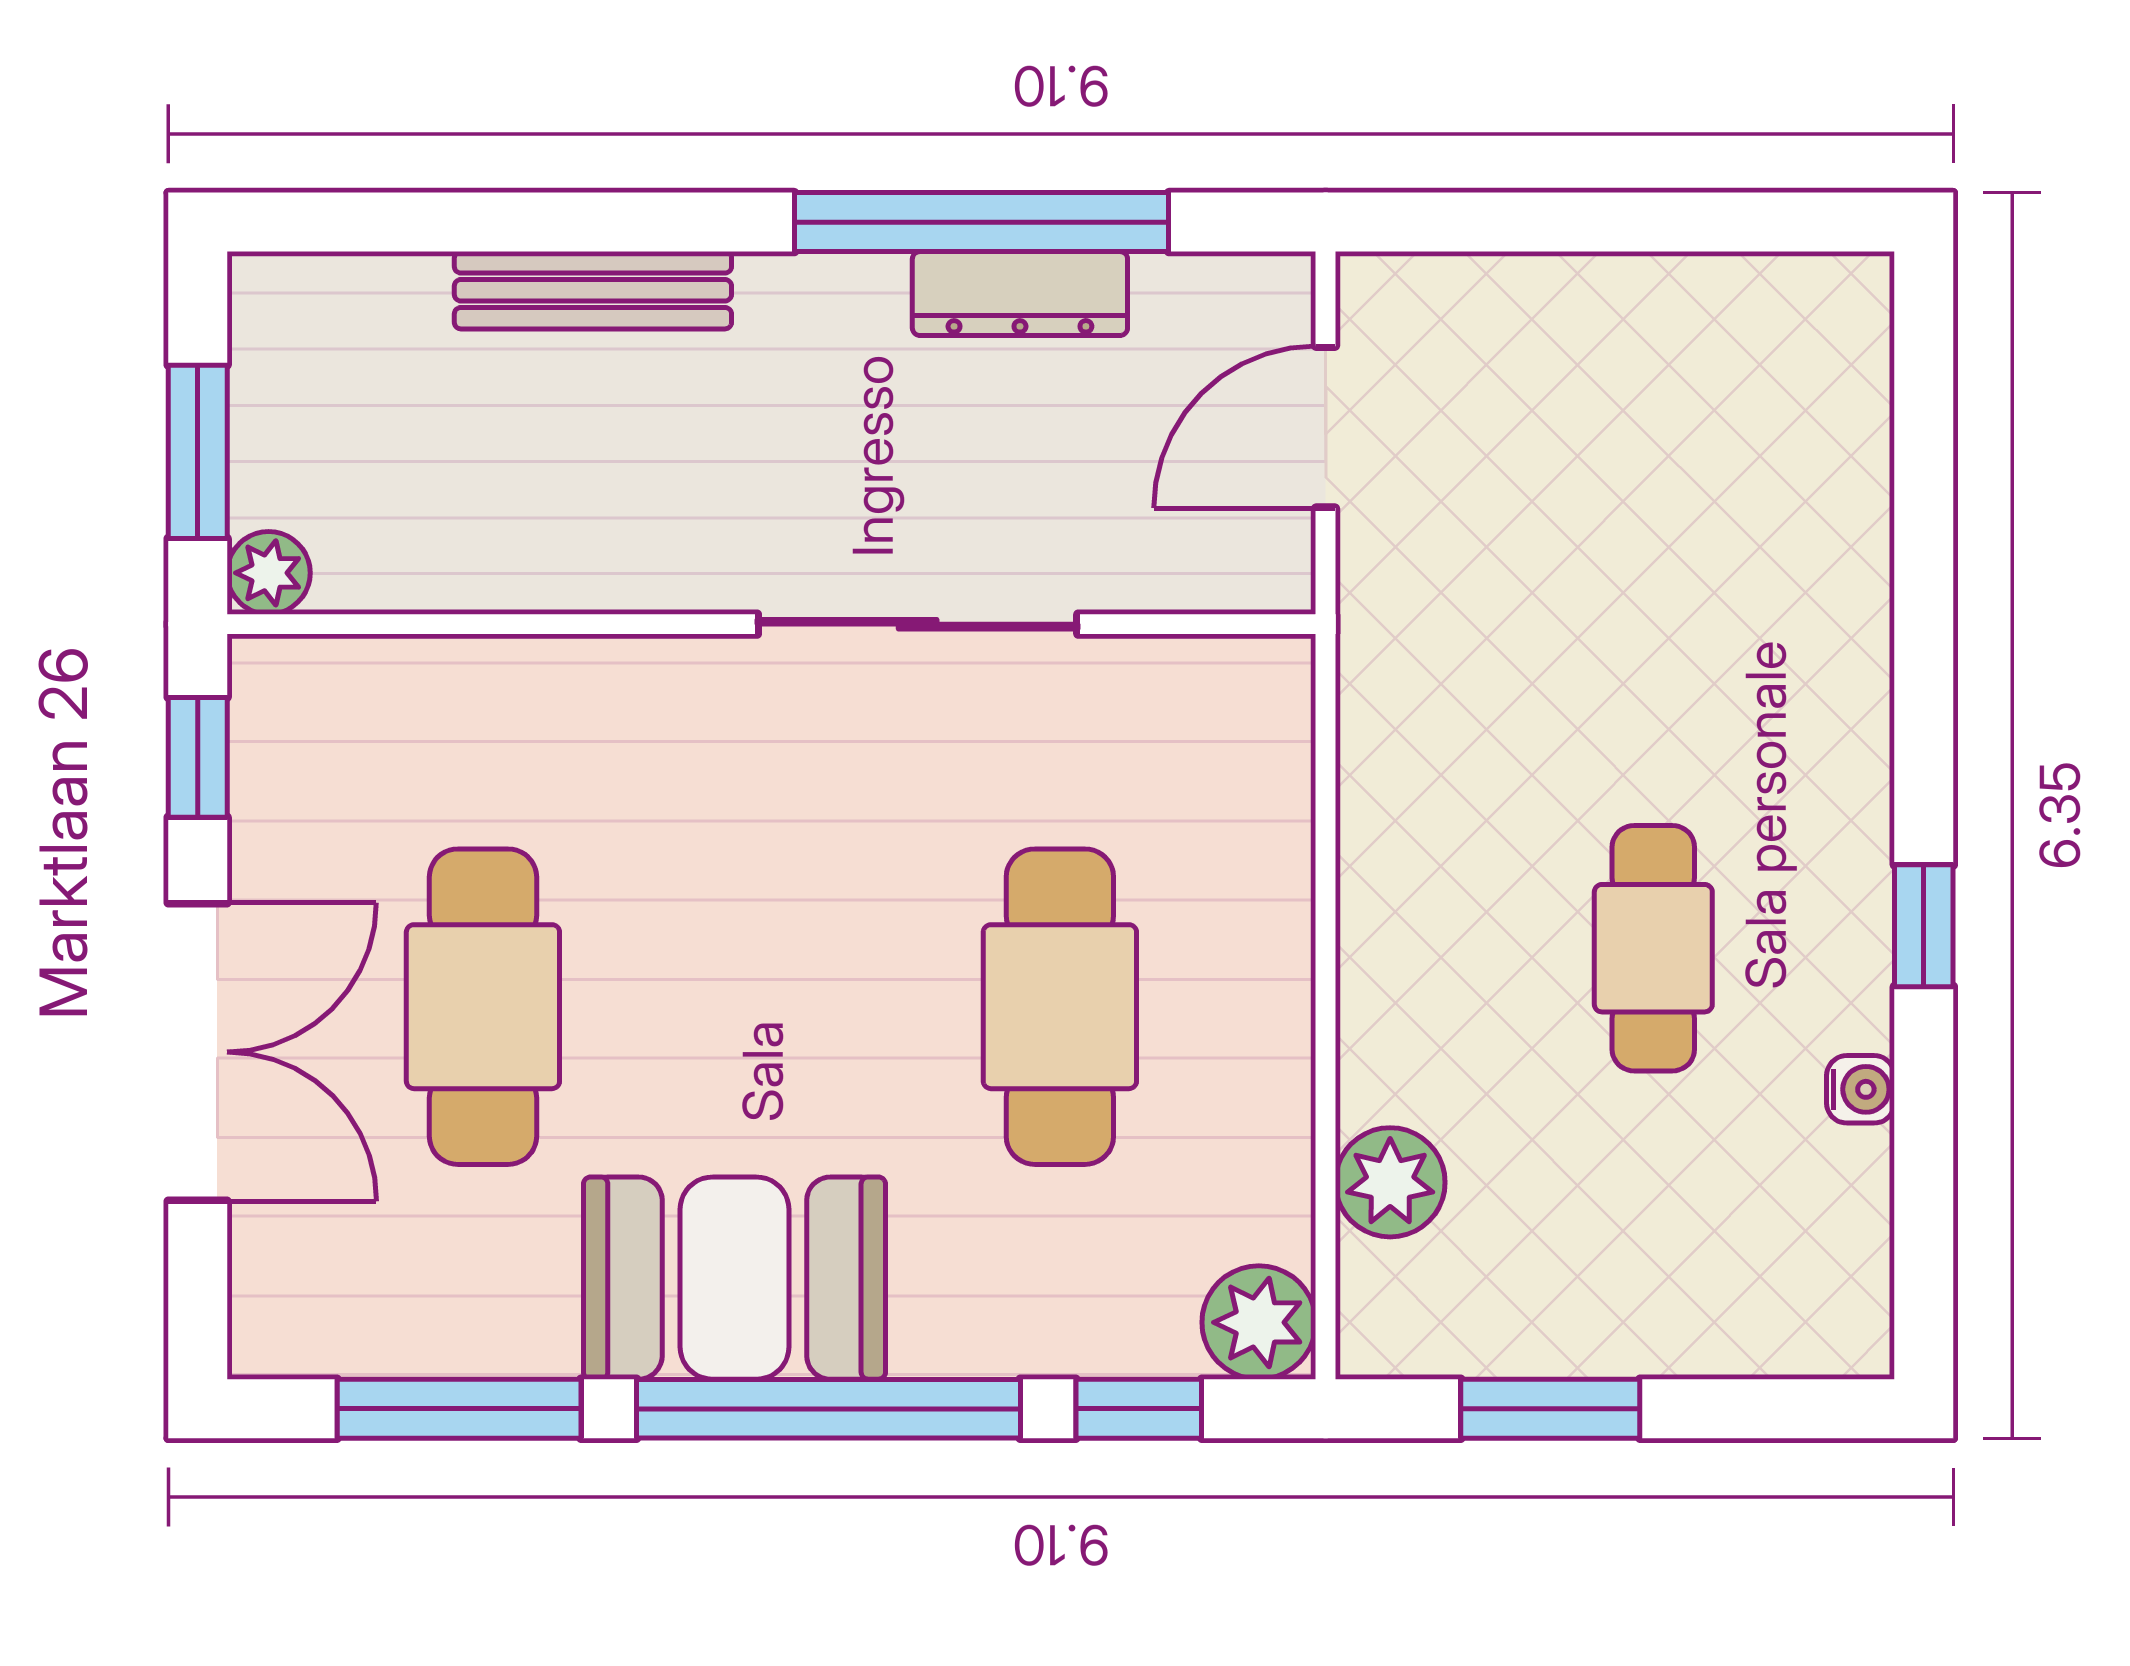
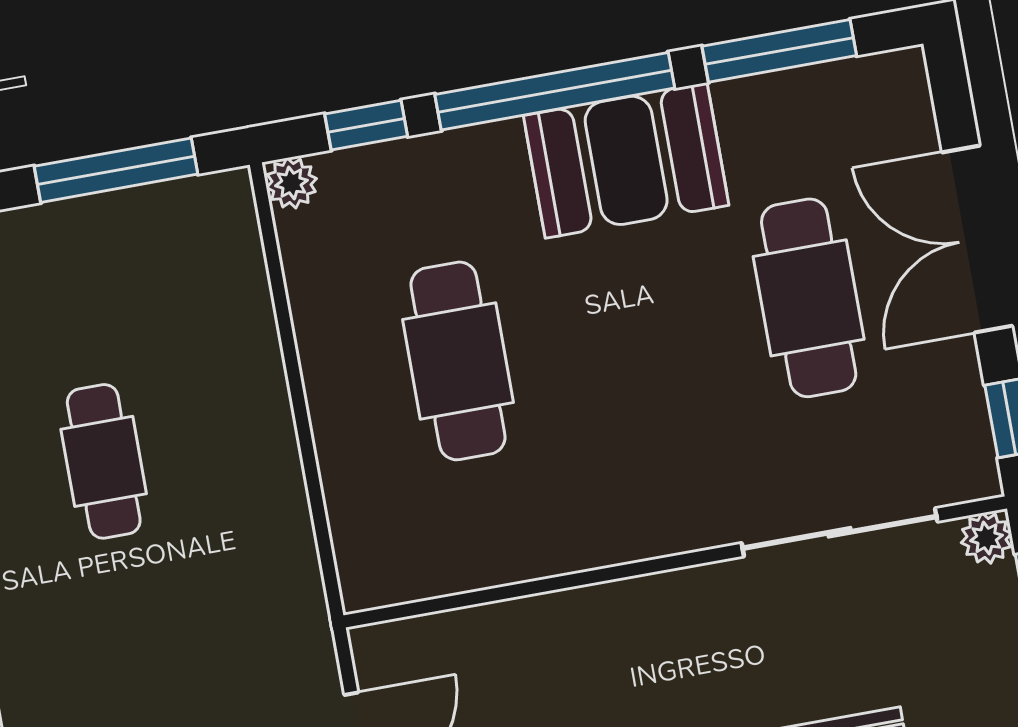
sliding door: (918, 624) -> (840, 532), moved
plant: (1390, 1182) -> (238, 290), removed
plant: (1259, 1322) -> (291, 183), width x0.73, depth x0.73
window: (1550, 1409) -> (116, 170), width x1.44

